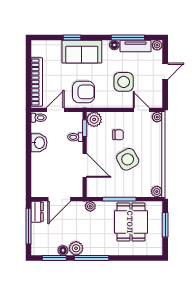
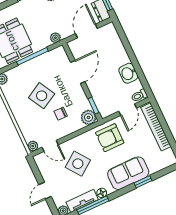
side table: (124, 82) -> (78, 164), turned -36
toilet: (75, 137) -> (98, 93), removed
door: (85, 165) -> (78, 72), swing flipped

